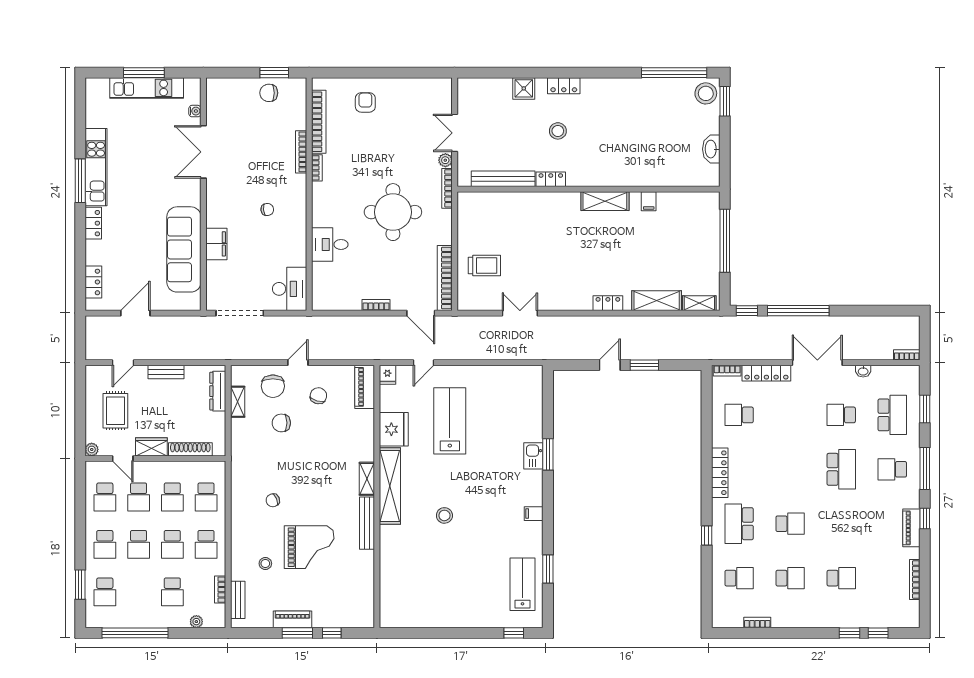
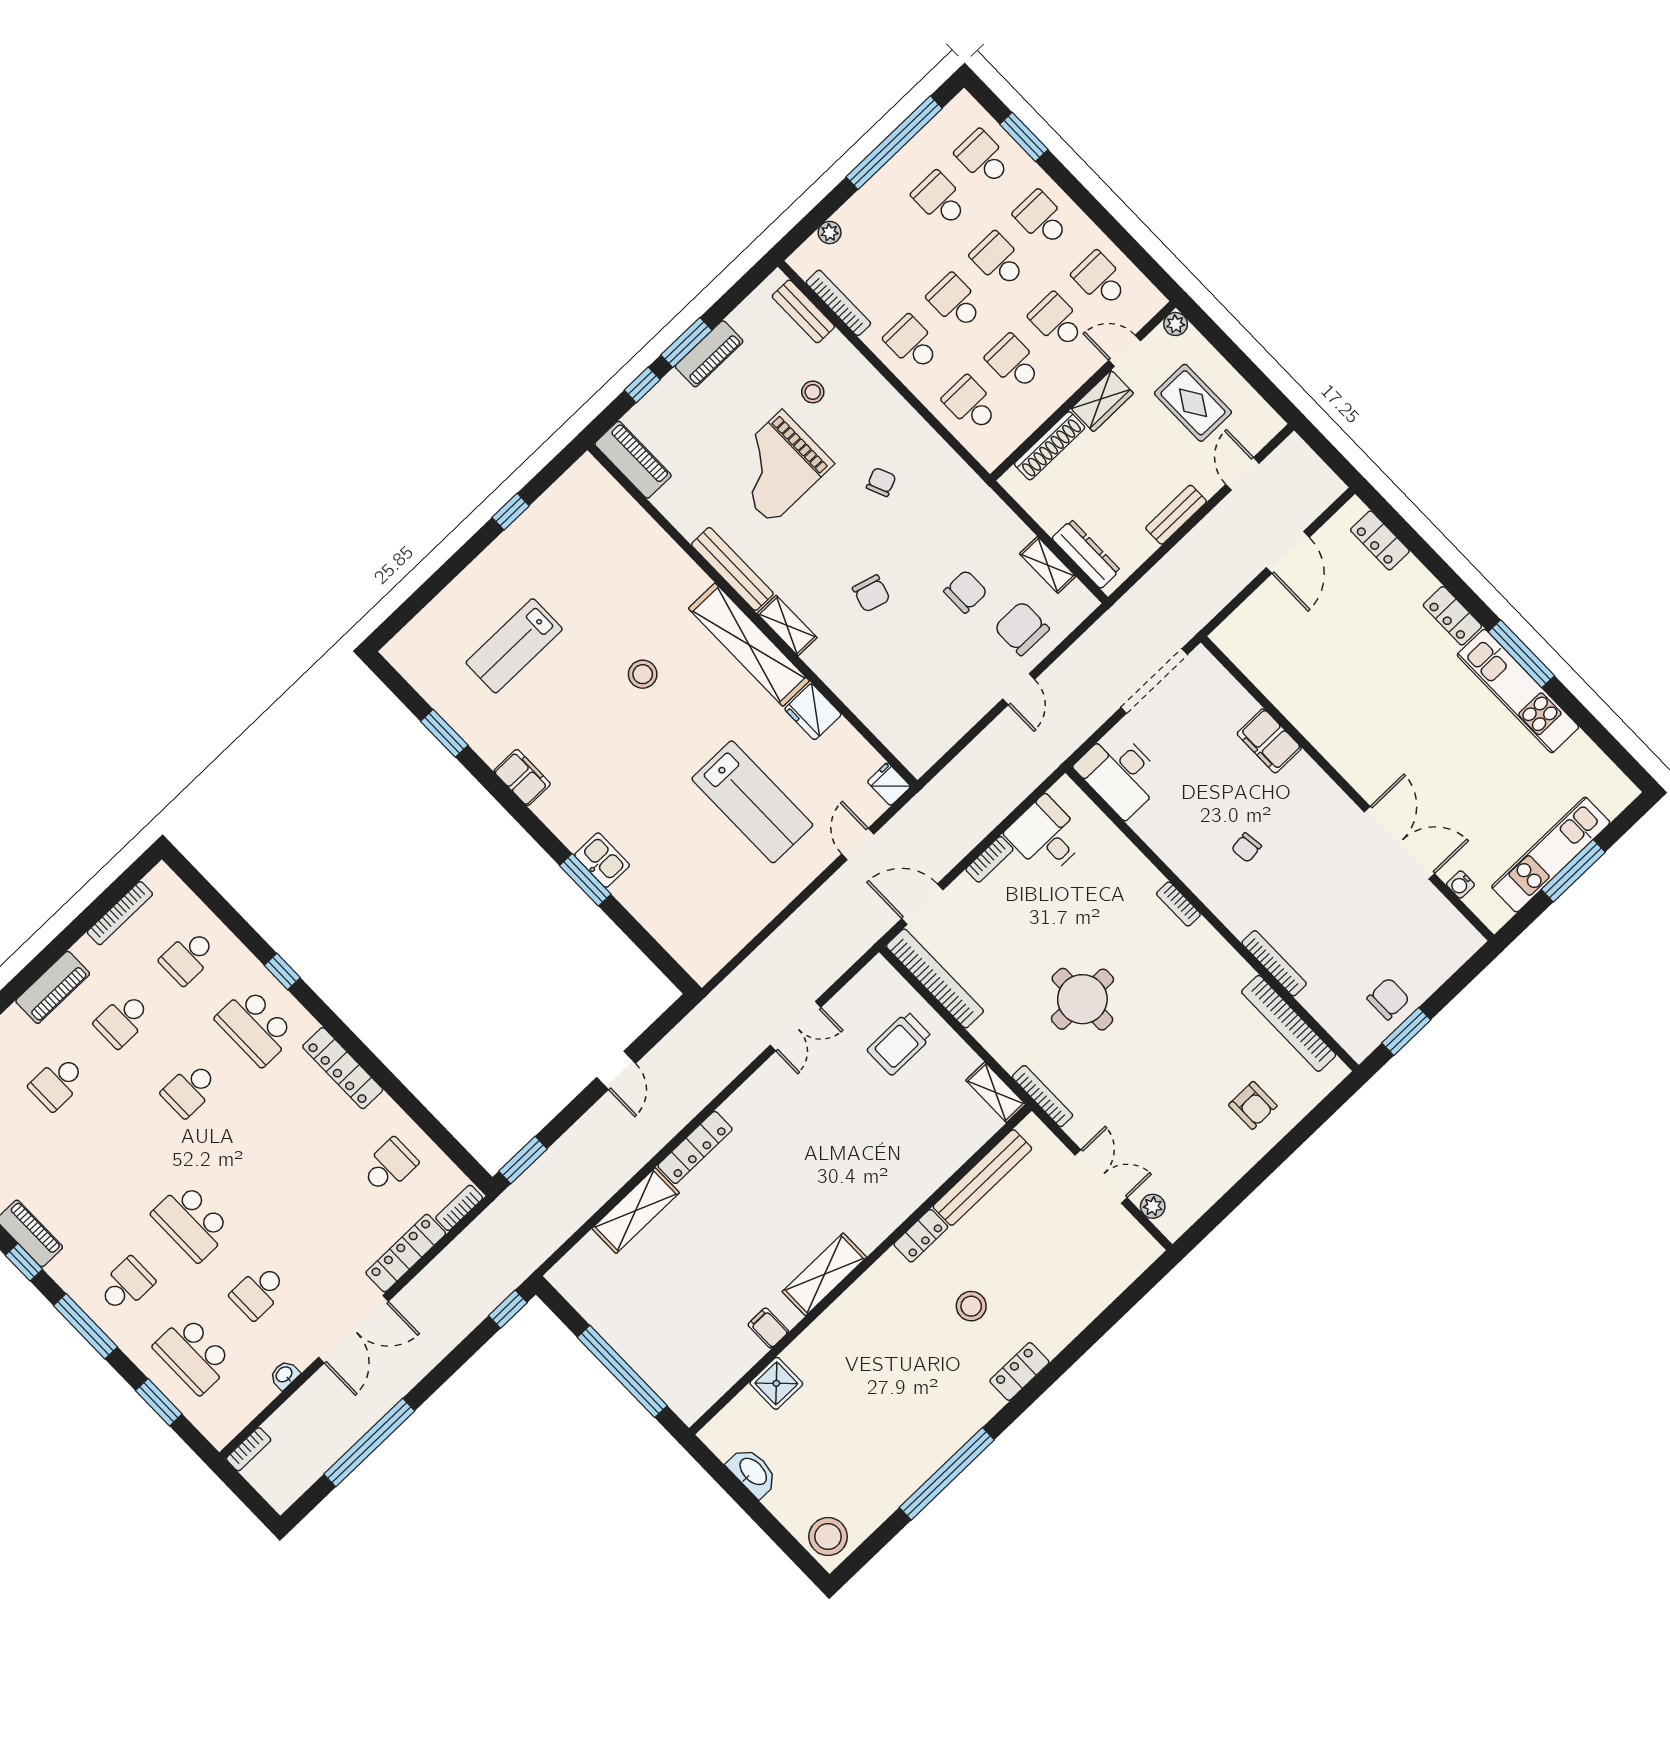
window: (674, 73) -> (947, 1474), moved
shower: (524, 88) -> (776, 1383), moved
window: (725, 101) -> (794, 1550), removed
plant: (445, 160) -> (1153, 1206), moved
bookcase: (317, 168) -> (1178, 904), moved
round table: (393, 212) -> (1082, 999), width x0.73, depth x0.73
desk: (330, 244) -> (1046, 836), moved, turned -90
sofa: (184, 249) -> (1304, 694), removed
locker: (608, 303) -> (695, 1147), width x1.53
shelving: (699, 303) -> (996, 1092), moved, turned 90
window: (798, 311) -> (369, 1442), moved
window: (644, 365) -> (523, 1160), moved
piano: (365, 387) -> (633, 460), moved
chair: (318, 396) -> (871, 594), moved
school desk: (841, 415) -> (258, 1292), turned 180
fridge: (394, 429) -> (813, 712), width x0.73, depth x0.75
filing cabinet: (534, 514) -> (522, 778), width x2.00
school desk: (739, 524) -> (255, 1027), turned 180
lab bench: (522, 584) -> (514, 646), moved, turned 90
bookcase: (220, 590) -> (838, 303), width x1.56
school desk: (172, 592) -> (940, 199), moved
piano: (806, 619) -> (53, 987), added
bookcase: (757, 623) -> (120, 913), width x1.56
window: (514, 633) -> (511, 512), moved

